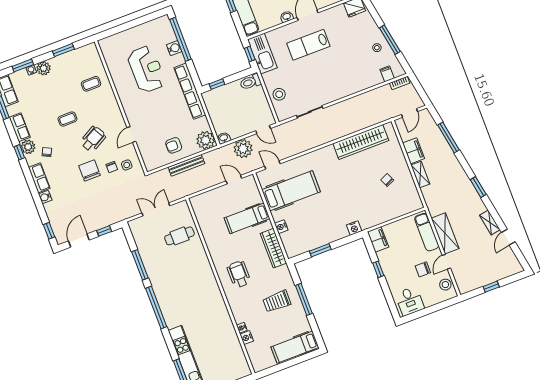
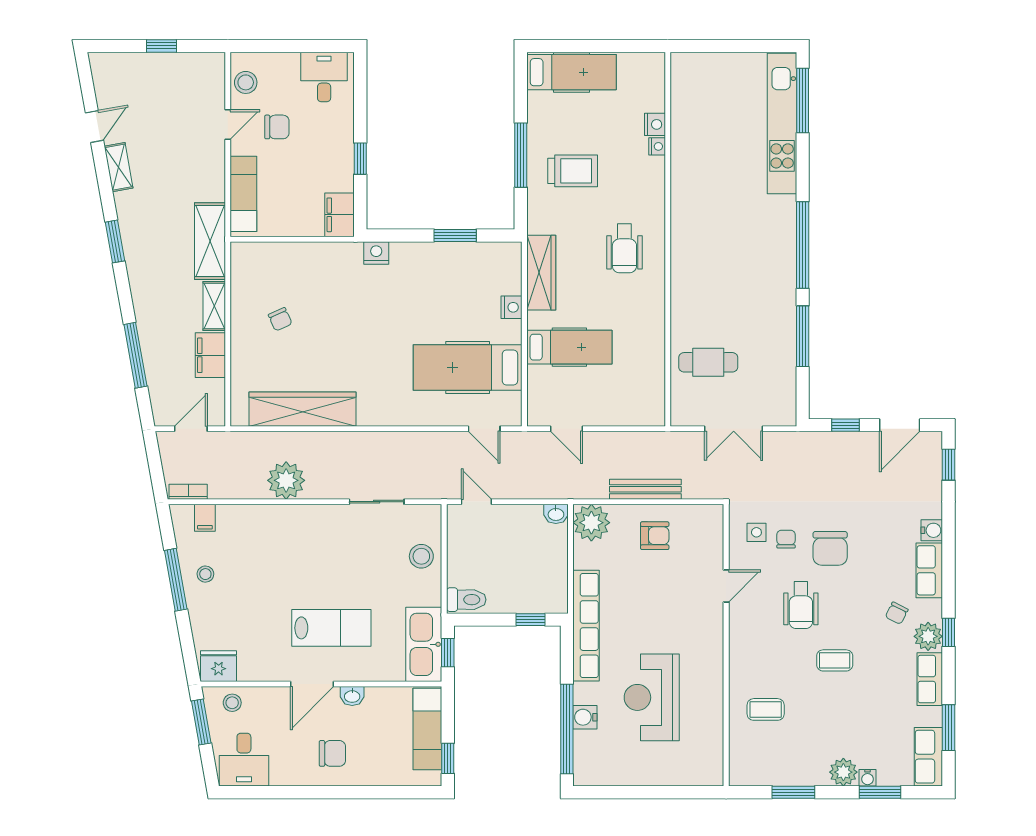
wheelchair: (93, 139) -> (801, 605), turned -61
plant: (243, 149) -> (286, 480), moved
shelving: (445, 233) -> (210, 241), moved

